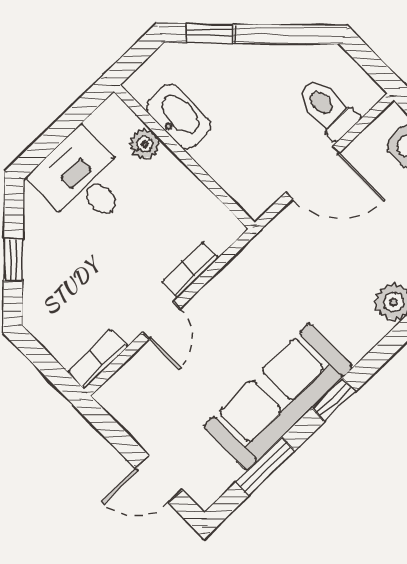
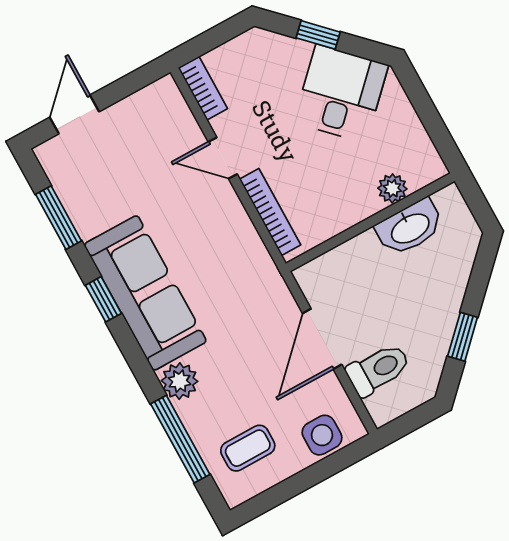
window: (210, 33) -> (463, 337), moved
desk: (83, 180) -> (341, 94), moved, turned -45
bookcase: (190, 270) -> (270, 212), width x1.56
sofa: (278, 397) -> (145, 293), moved

